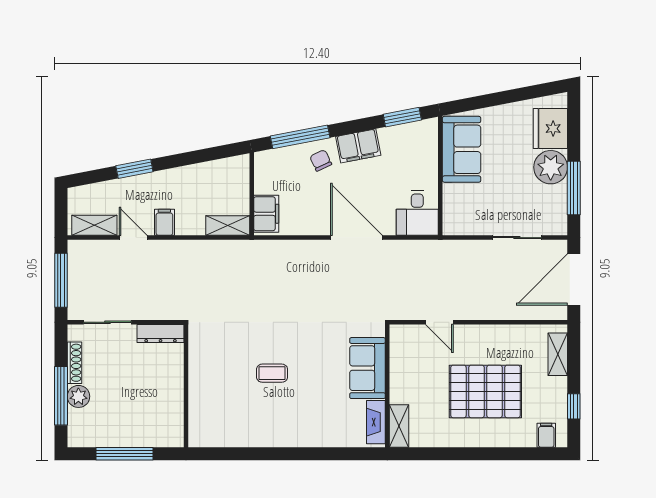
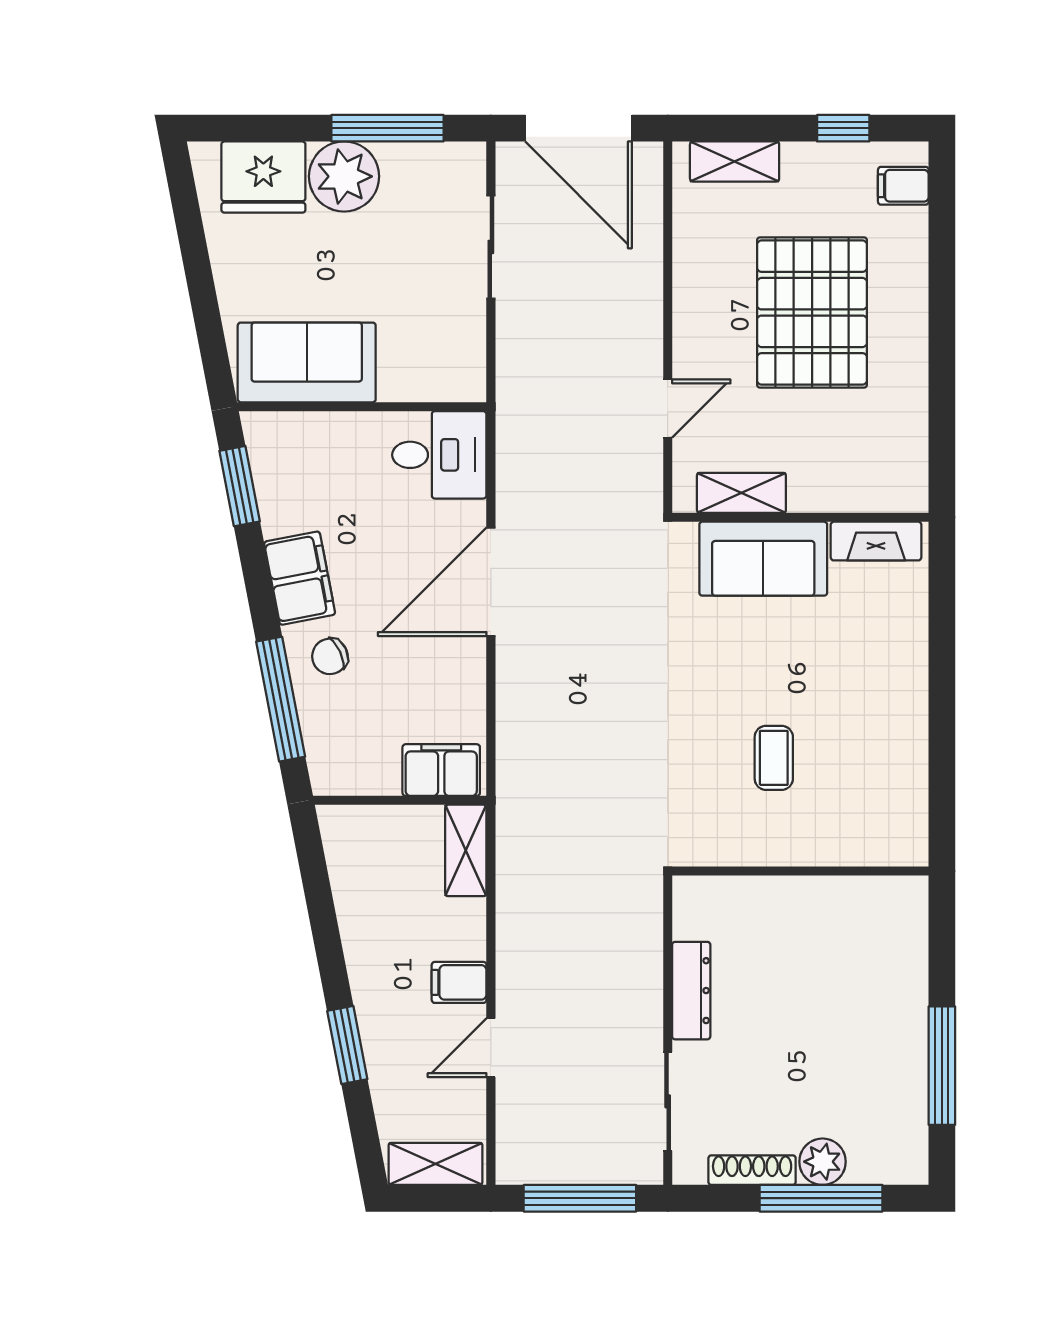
shelving: (94, 225) -> (435, 1164), moved, turned 90
wall: (186, 386) -> (800, 871), moved
shelving: (399, 426) -> (741, 493), moved

